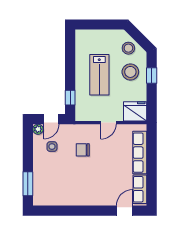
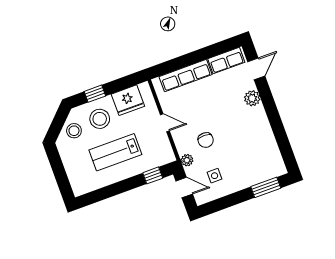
lab bench: (99, 75) -> (115, 152), turned 180
fridge: (135, 111) -> (128, 100), moved, turned -90
plant: (38, 129) -> (187, 160), moved
plant: (102, 199) -> (252, 98), added
door: (125, 211) -> (256, 69), swing flipped

